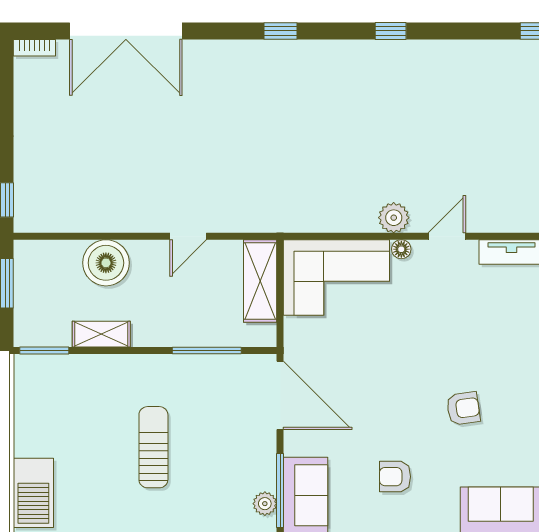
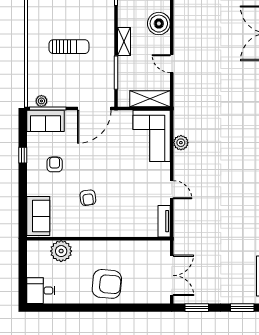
plant: (394, 218) -> (181, 143), moved
floor lamp: (401, 249) -> (165, 167), removed
shelving: (101, 334) -> (124, 42), moved

